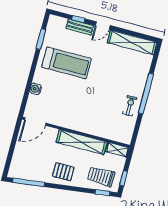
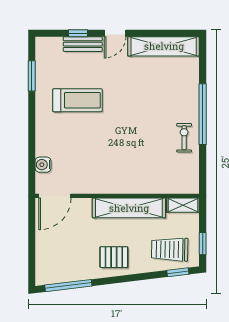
treadmill: (67, 63) -> (77, 100), width x0.73, depth x0.73
water cooler: (36, 89) -> (43, 165), moved

